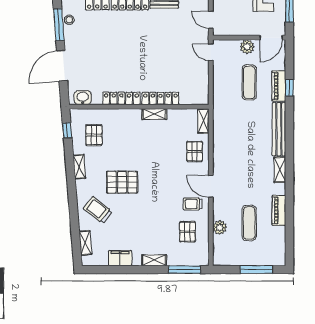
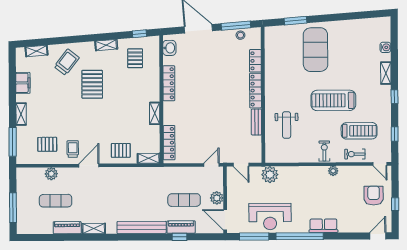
door: (211, 20) -> (241, 165), swing flipped
locker: (160, 98) -> (169, 143), moved
pallet: (94, 135) -> (135, 58), turned 90
shelving: (280, 170) -> (94, 229), moved

